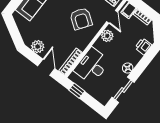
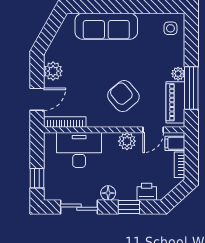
armchair: (81, 19) -> (123, 96), turned 105
window: (144, 63) -> (129, 207), added
window: (77, 91) -> (37, 178), moved

